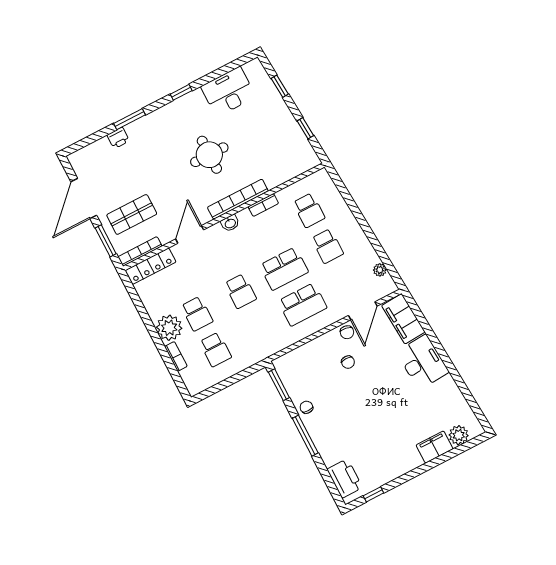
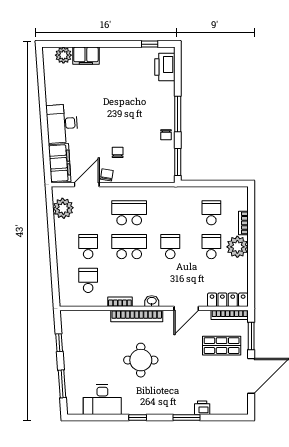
window: (280, 86) -> (62, 384), width x1.50
plant: (380, 270) -> (63, 208), width x1.88, depth x1.88

